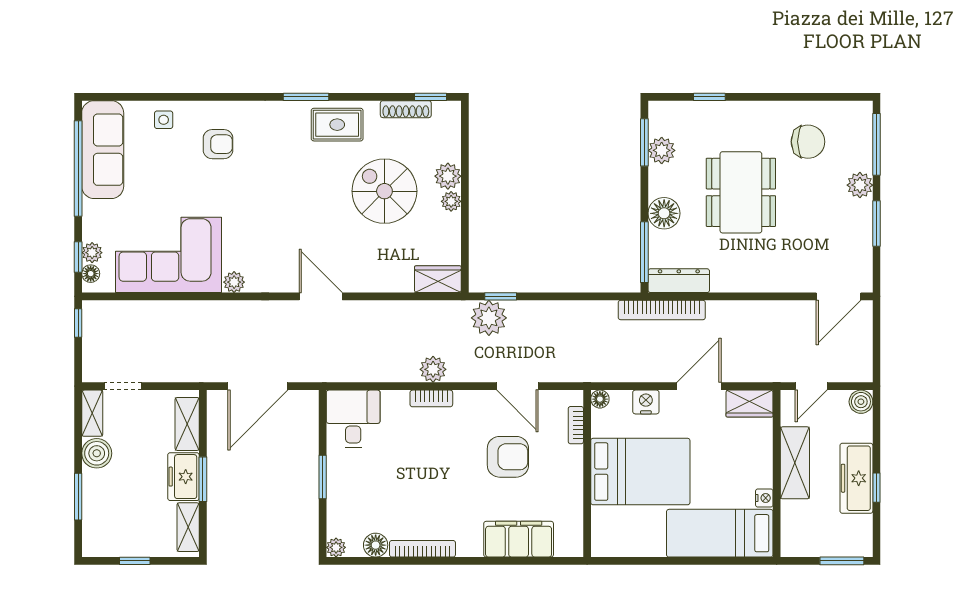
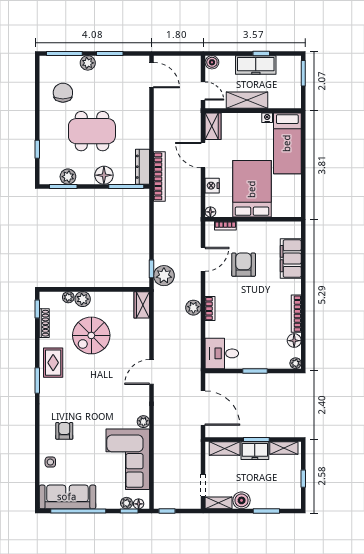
plant: (451, 201) -> (68, 297), moved

